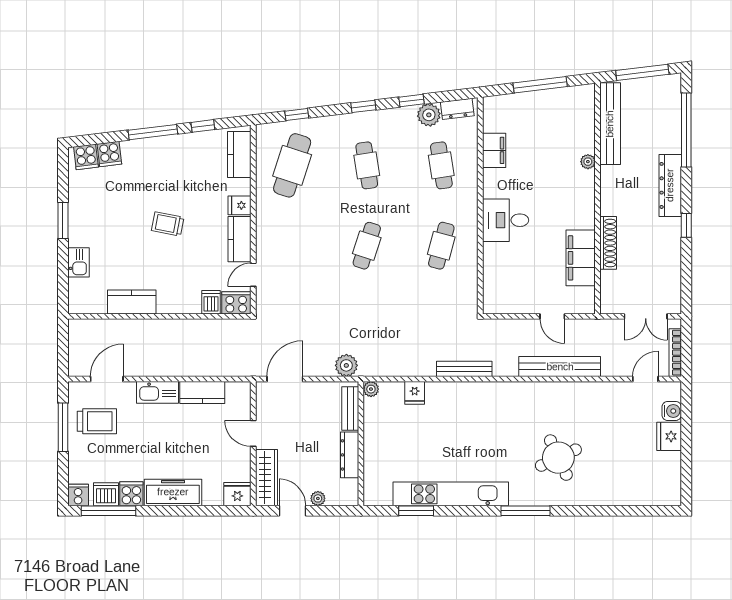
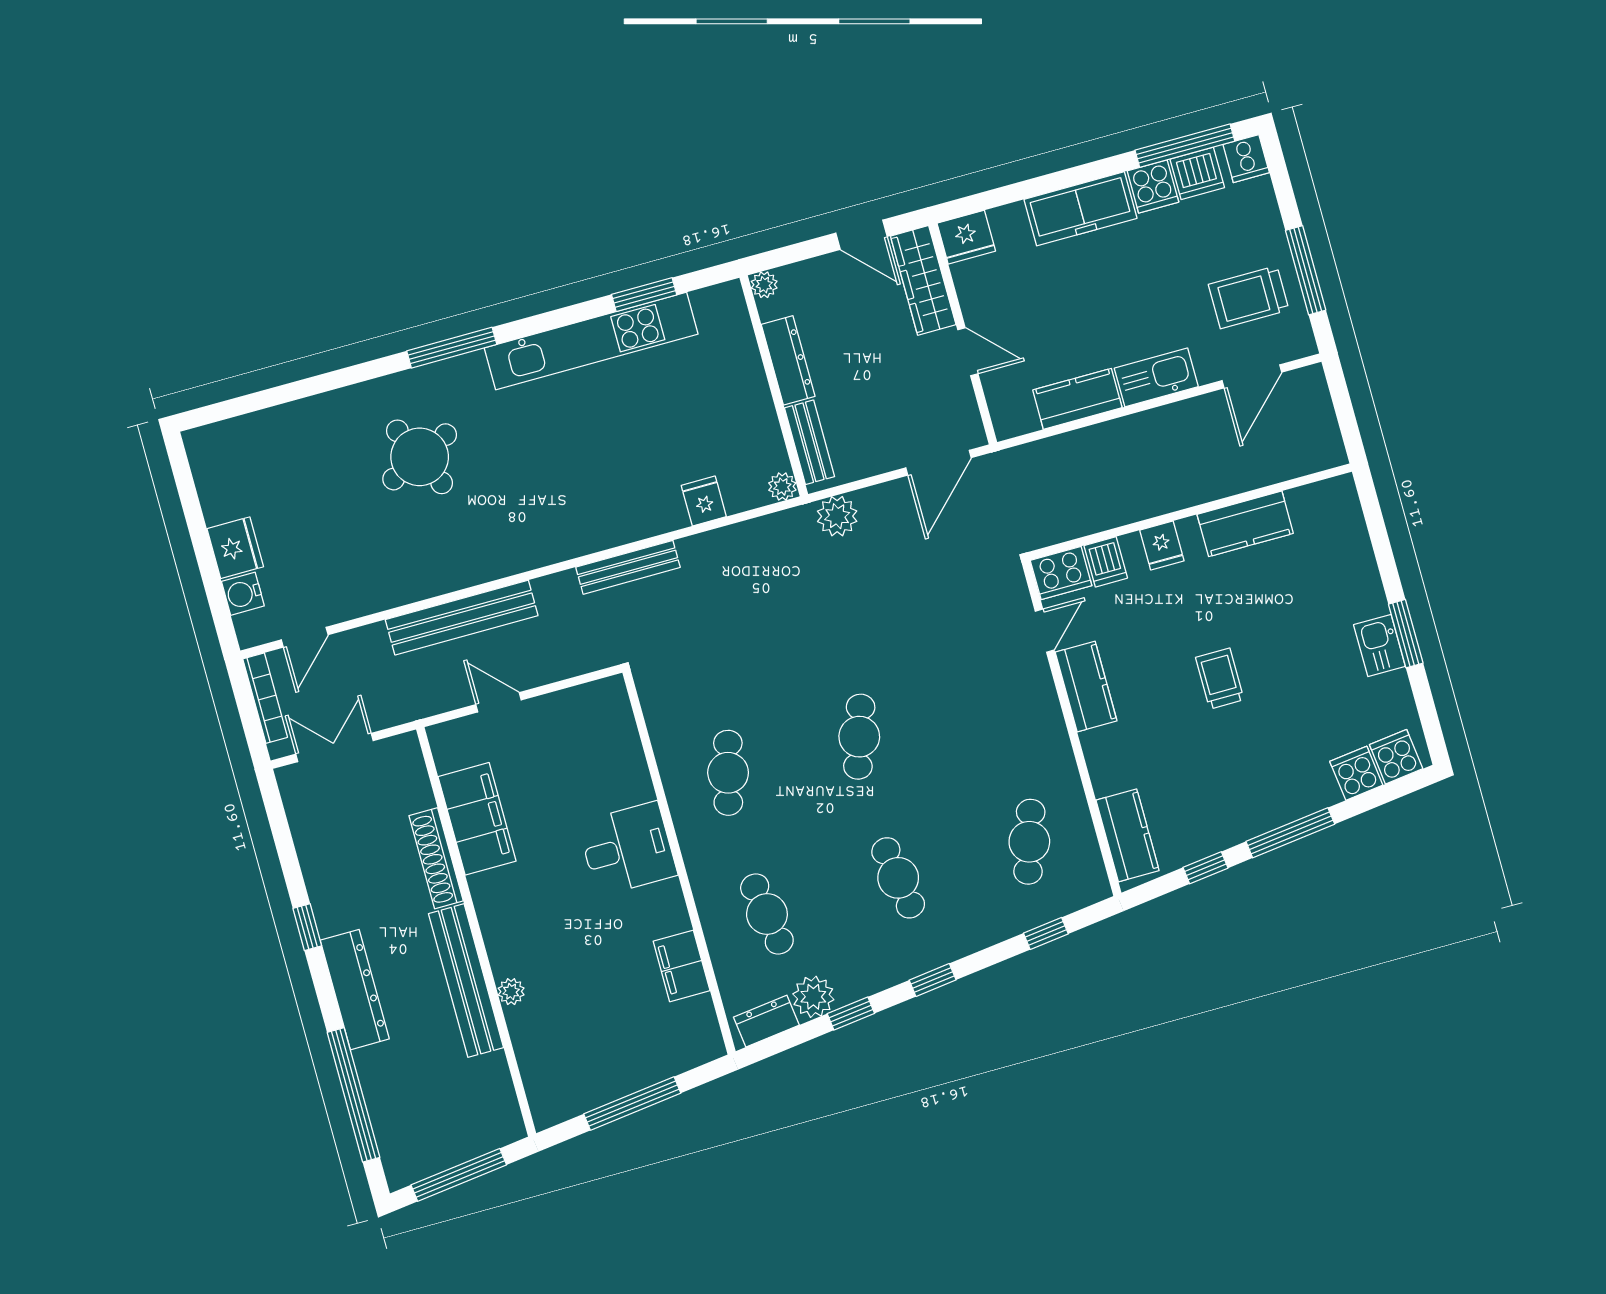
bench: (610, 124) -> (466, 981), moved
cafe table: (292, 165) -> (1029, 842), width x0.73, depth x0.74
fridge: (240, 205) -> (1162, 545), moved, turned 90
trolley: (168, 224) -> (1220, 679), turned -101
kitchen sink: (78, 262) -> (1379, 646), moved
plant: (318, 498) -> (764, 285), moved

